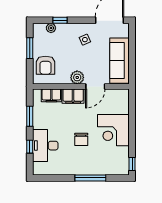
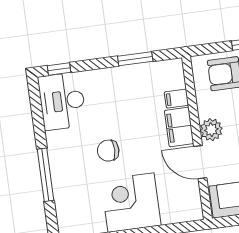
filing cabinet: (51, 95) -> (176, 99), width x0.50
desk: (45, 146) -> (62, 101), moved, turned -90
window: (30, 147) -> (59, 69), moved

